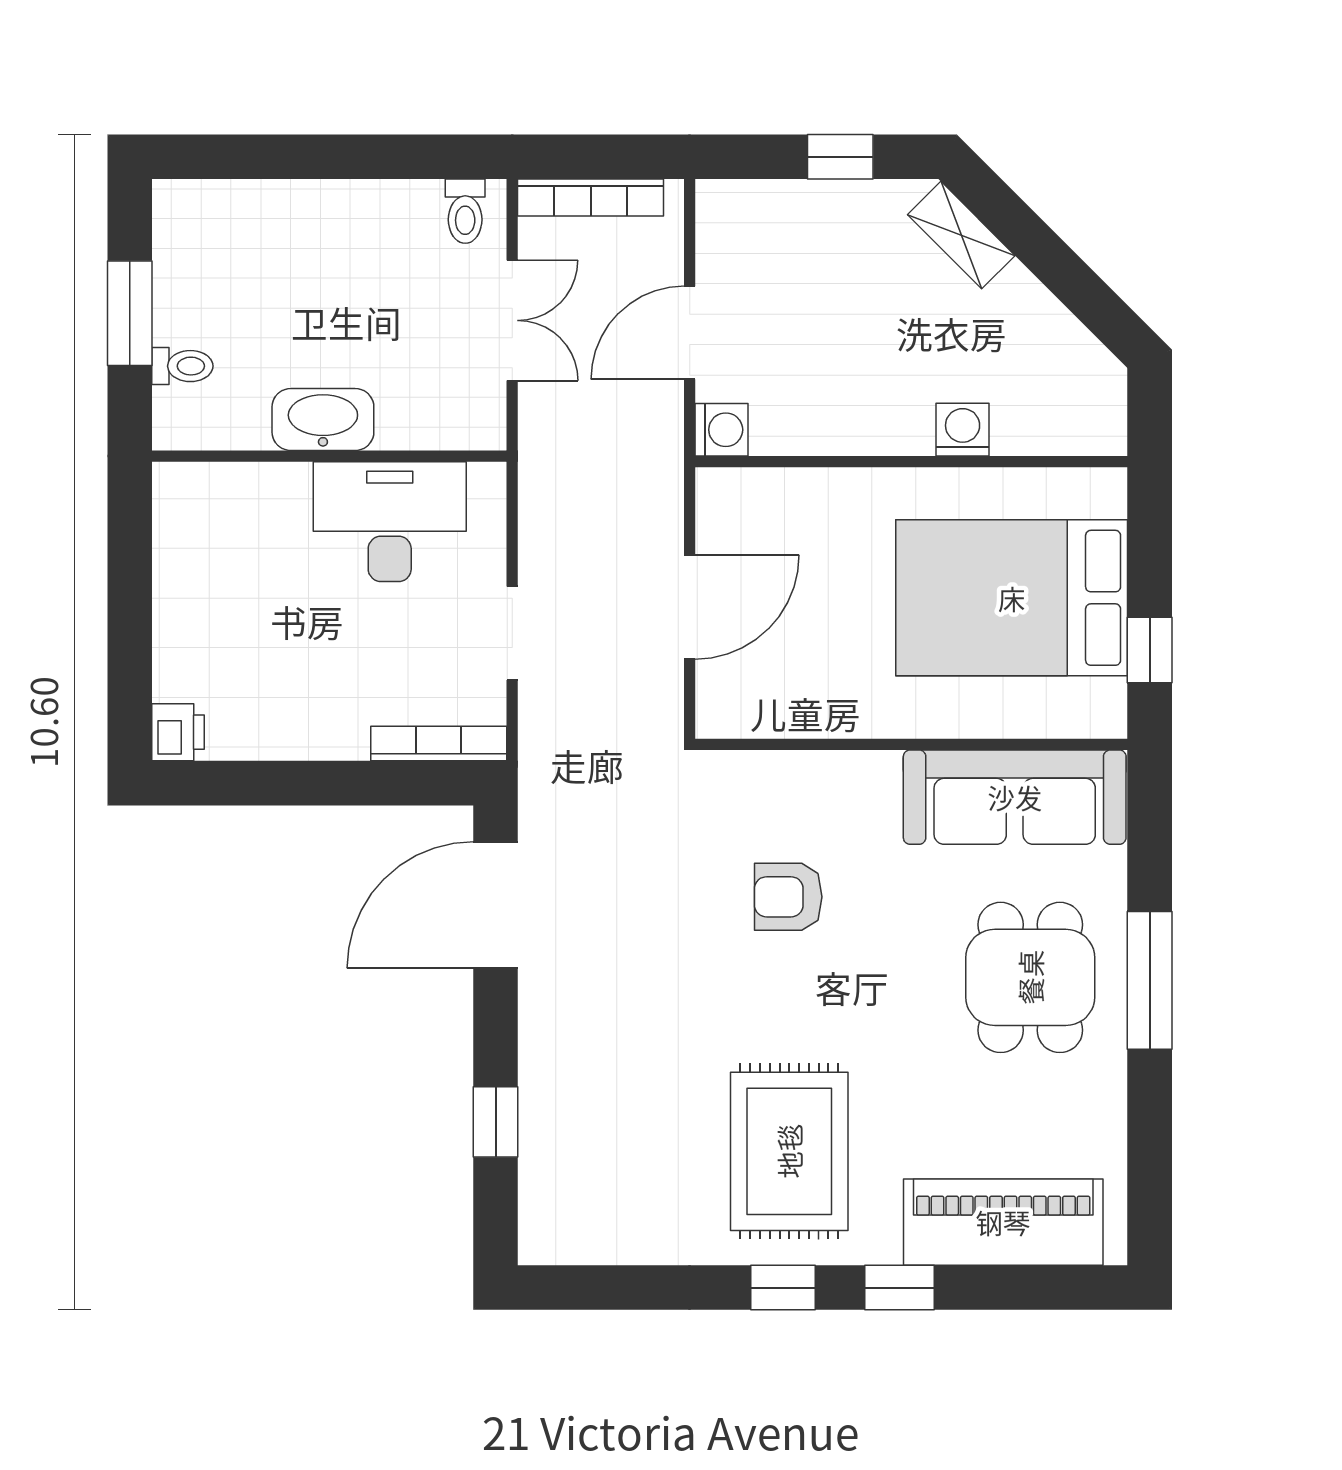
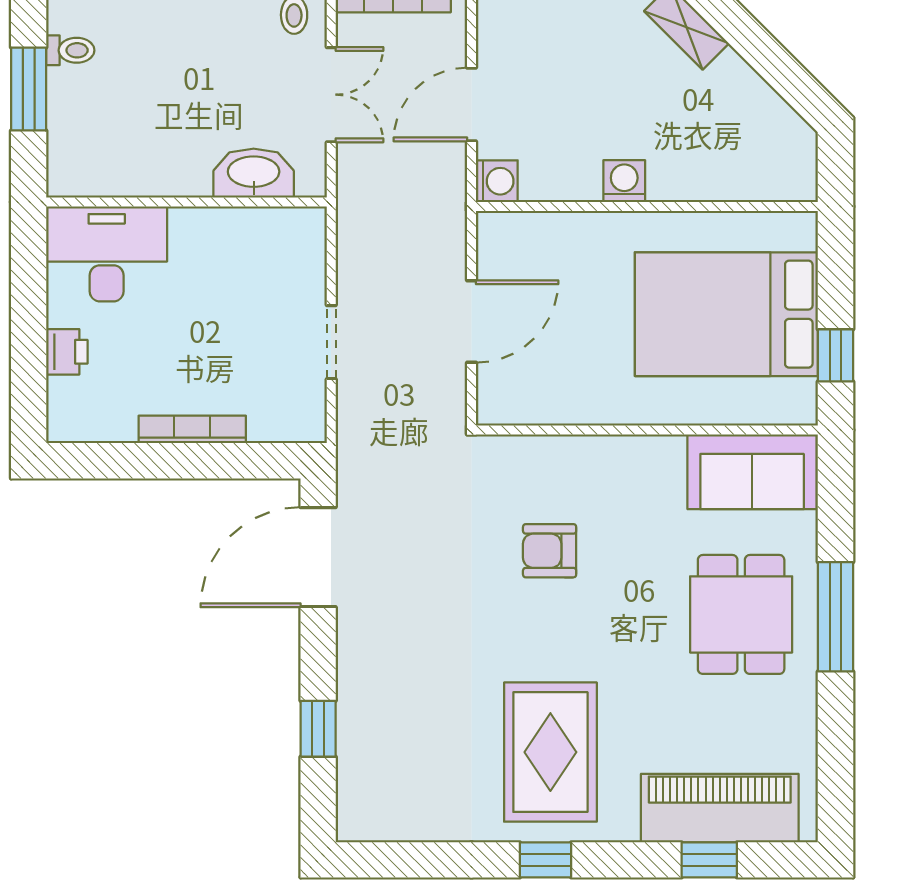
toilet: (182, 366) -> (70, 50), moved
washbasin: (323, 420) -> (254, 173), moved
washing machine: (963, 430) -> (624, 181), moved
desk: (390, 522) -> (107, 254), moved
printer: (178, 732) -> (67, 352), moved
bookcase: (439, 744) -> (192, 429), moved
sofa: (1015, 797) -> (752, 472), width x0.73
window: (899, 1288) -> (709, 860), moved

